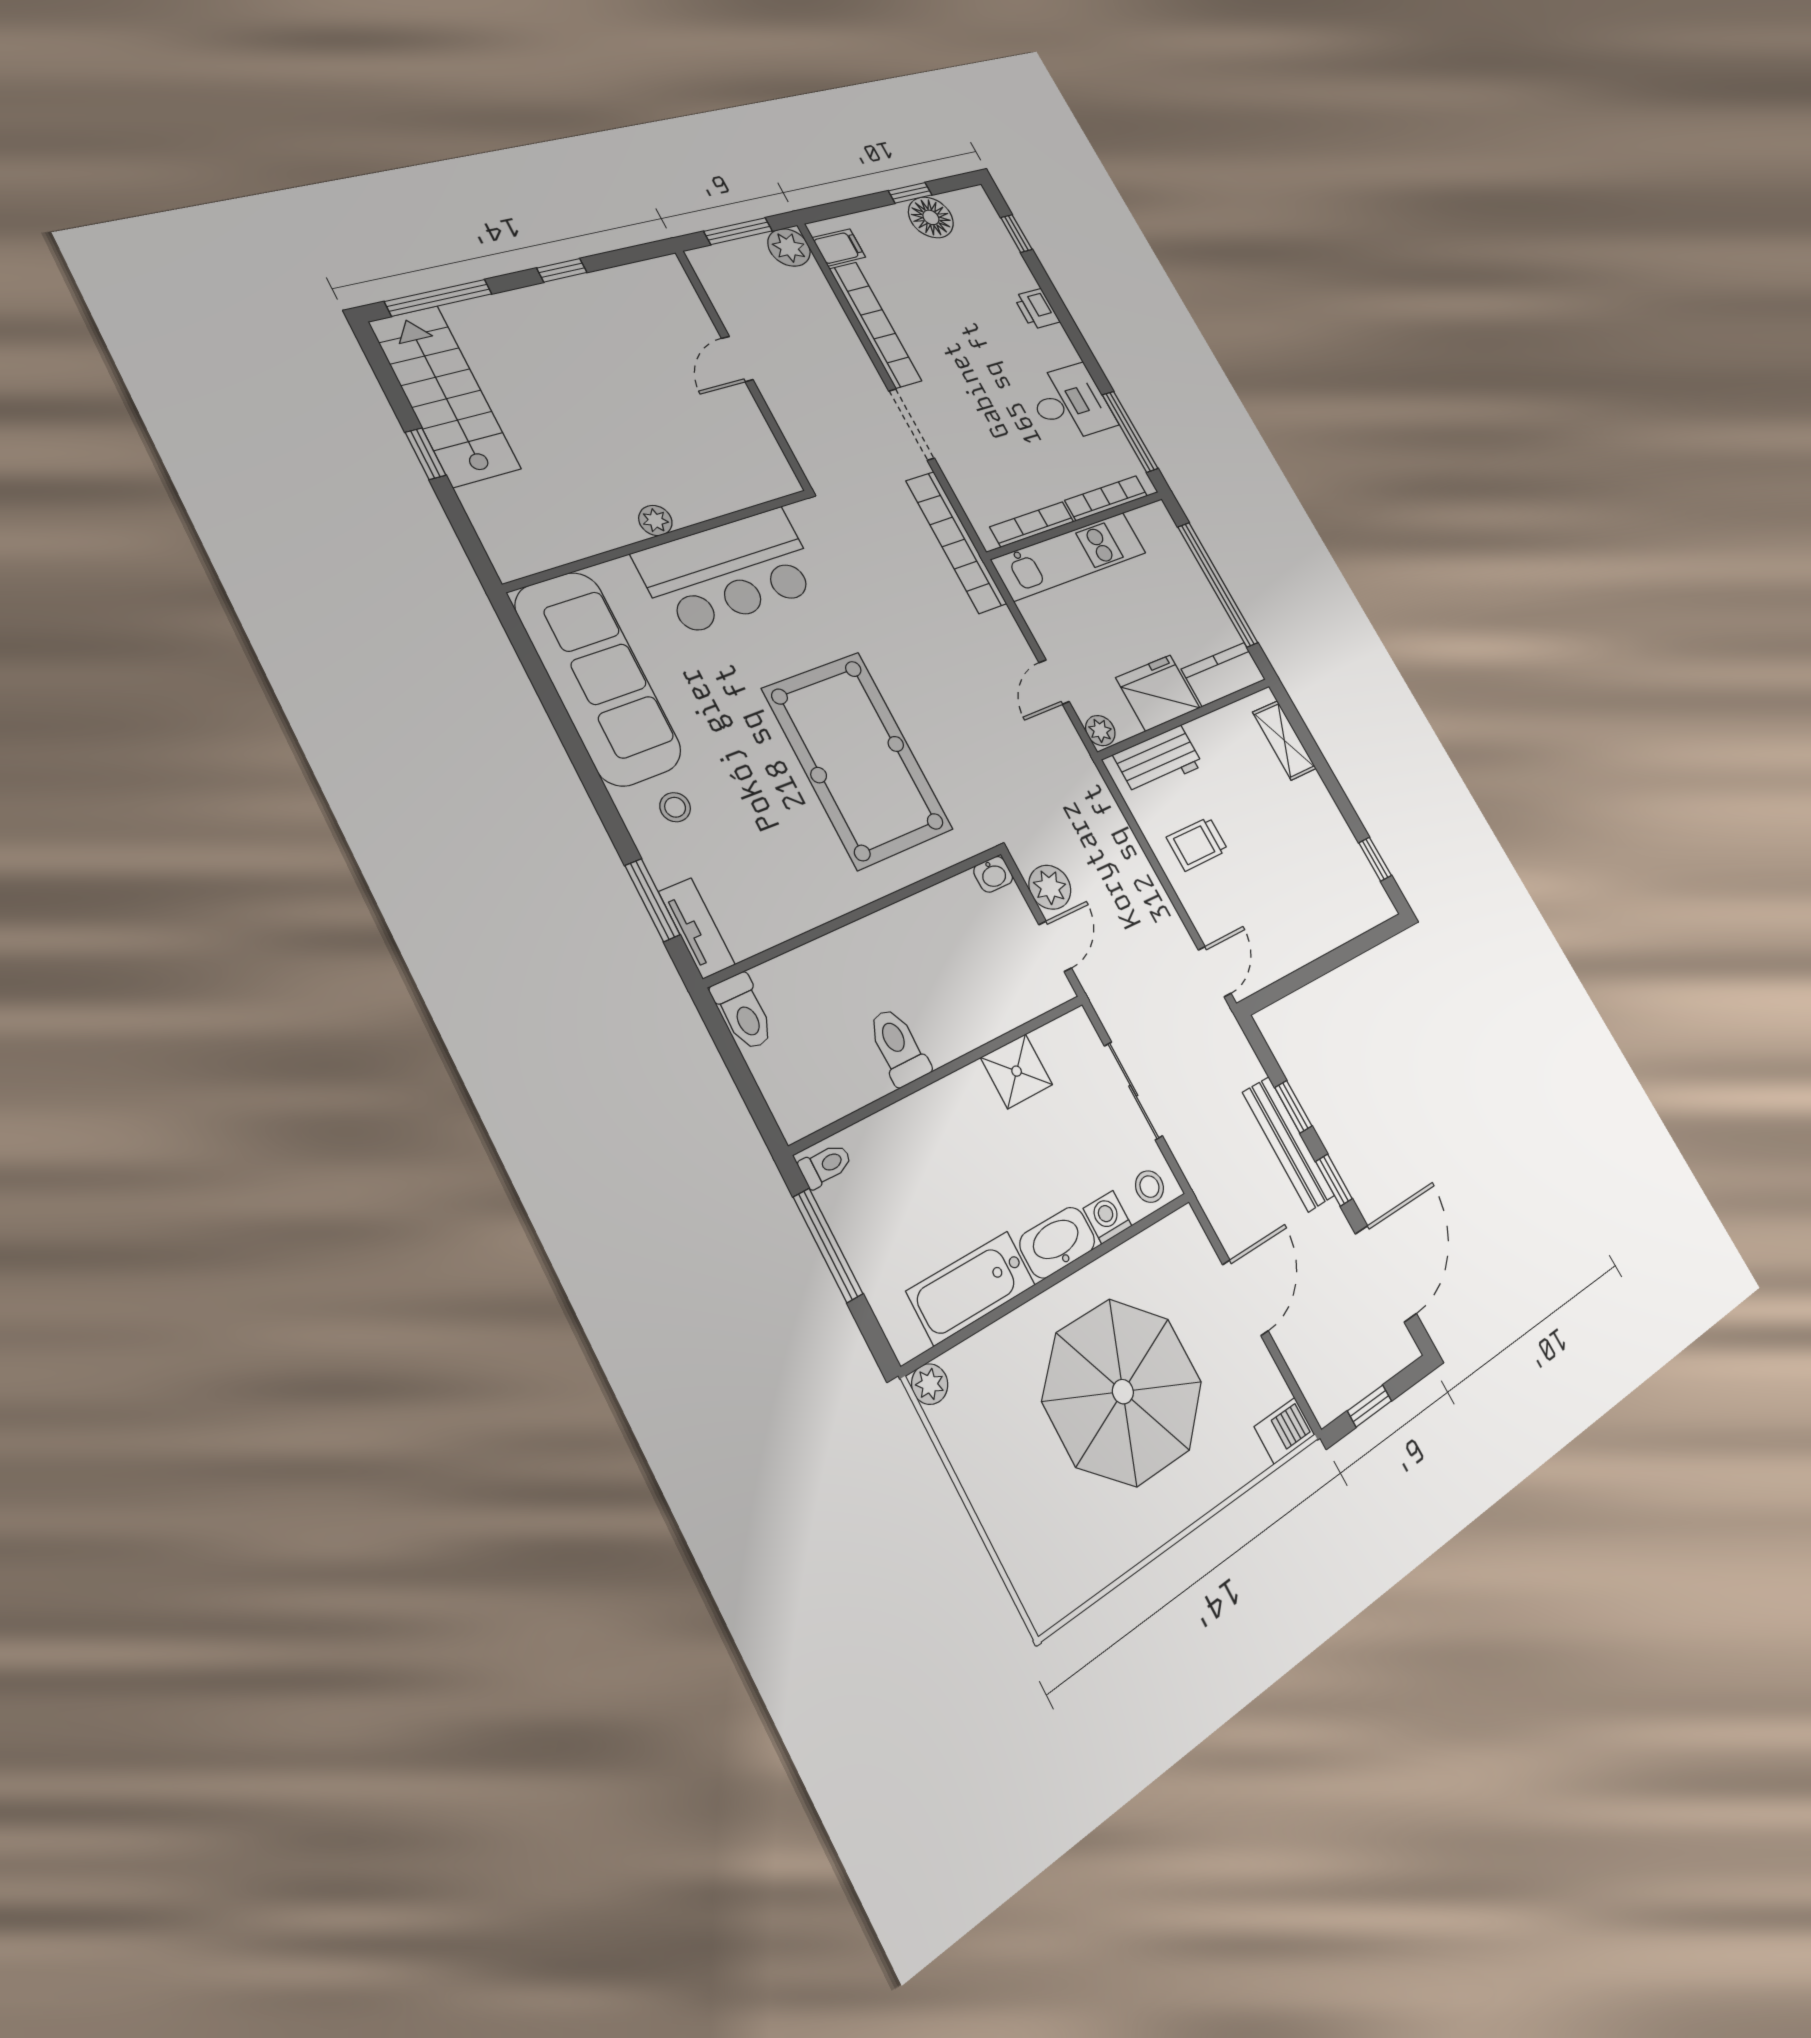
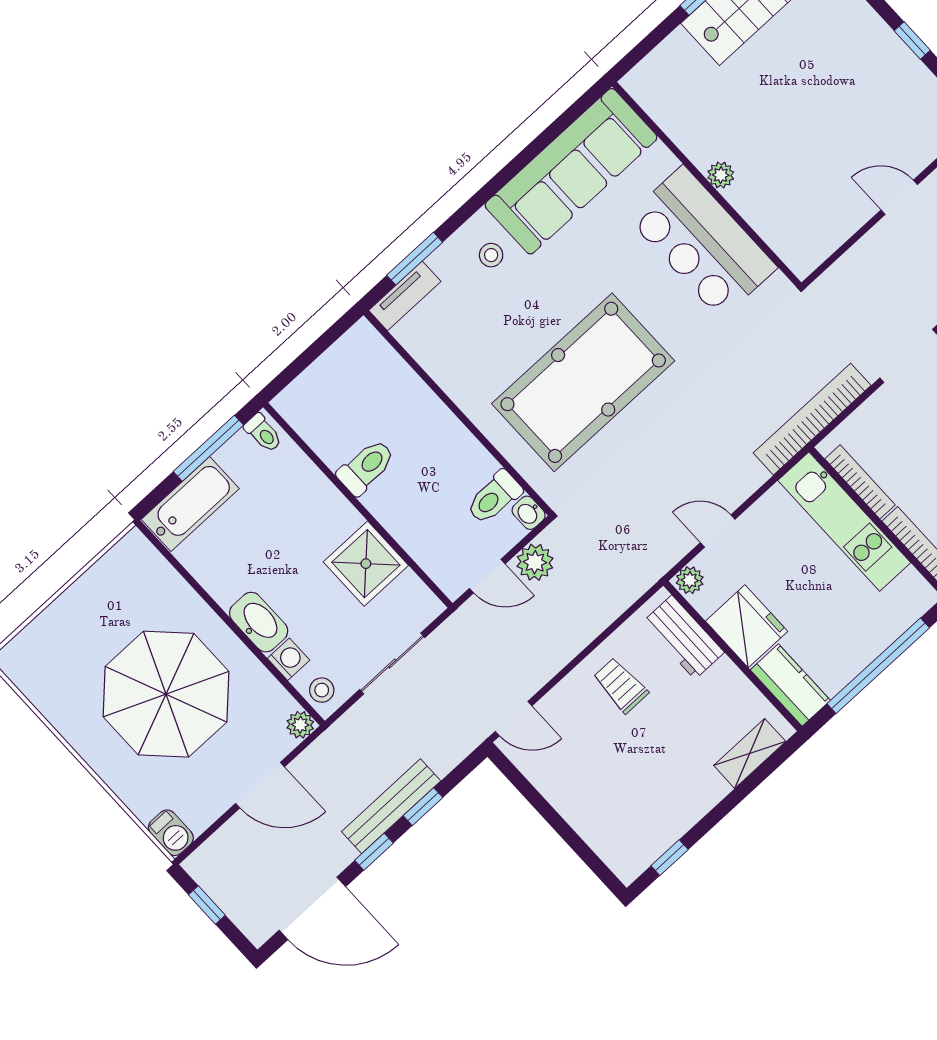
toilet: (743, 1012) -> (494, 497), moved
shower: (1017, 1071) -> (366, 564), width x1.36, depth x1.36
bathtub: (971, 1288) -> (190, 504), moved, turned 90
plant: (930, 1384) -> (300, 725), moved

